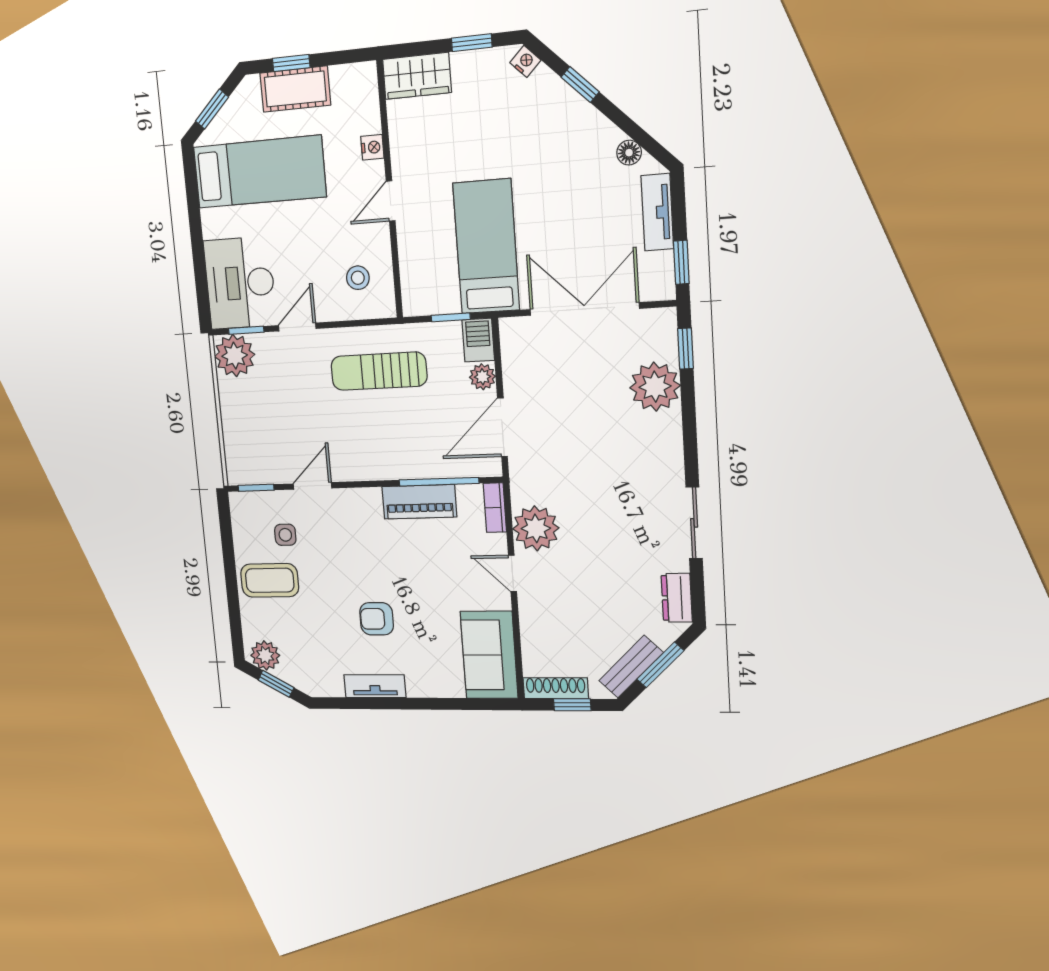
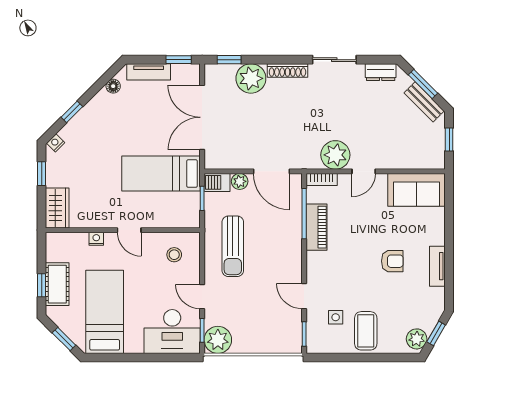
armchair: (377, 619) -> (392, 261), turned -90
shoe rack: (556, 688) -> (287, 70), moved, turned -90

